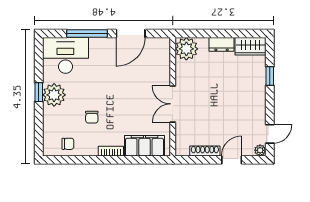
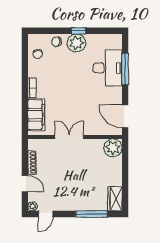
door: (131, 34) -> (125, 116), moved
dresser: (222, 44) -> (116, 176), removed
desk: (65, 55) -> (108, 68), moved
window: (270, 76) -> (91, 214), width x2.17
chair: (92, 117) -> (57, 42), moved
door: (270, 134) -> (46, 214), hinge flipped

